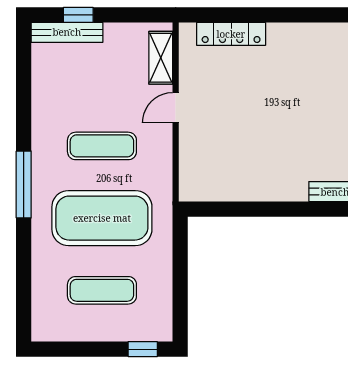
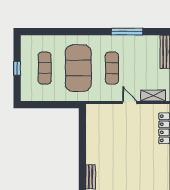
window: (24, 185) -> (127, 32), moved
window: (143, 349) -> (17, 68), moved

